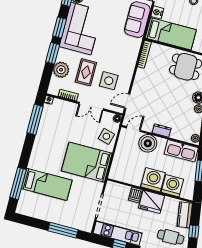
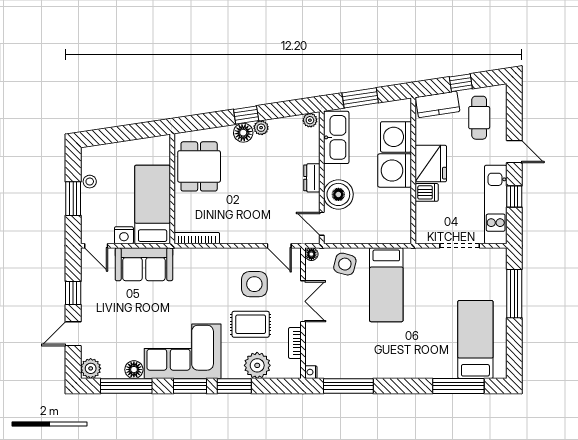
bed: (87, 162) -> (386, 285), width x0.67
bed: (47, 184) -> (475, 339), moved

